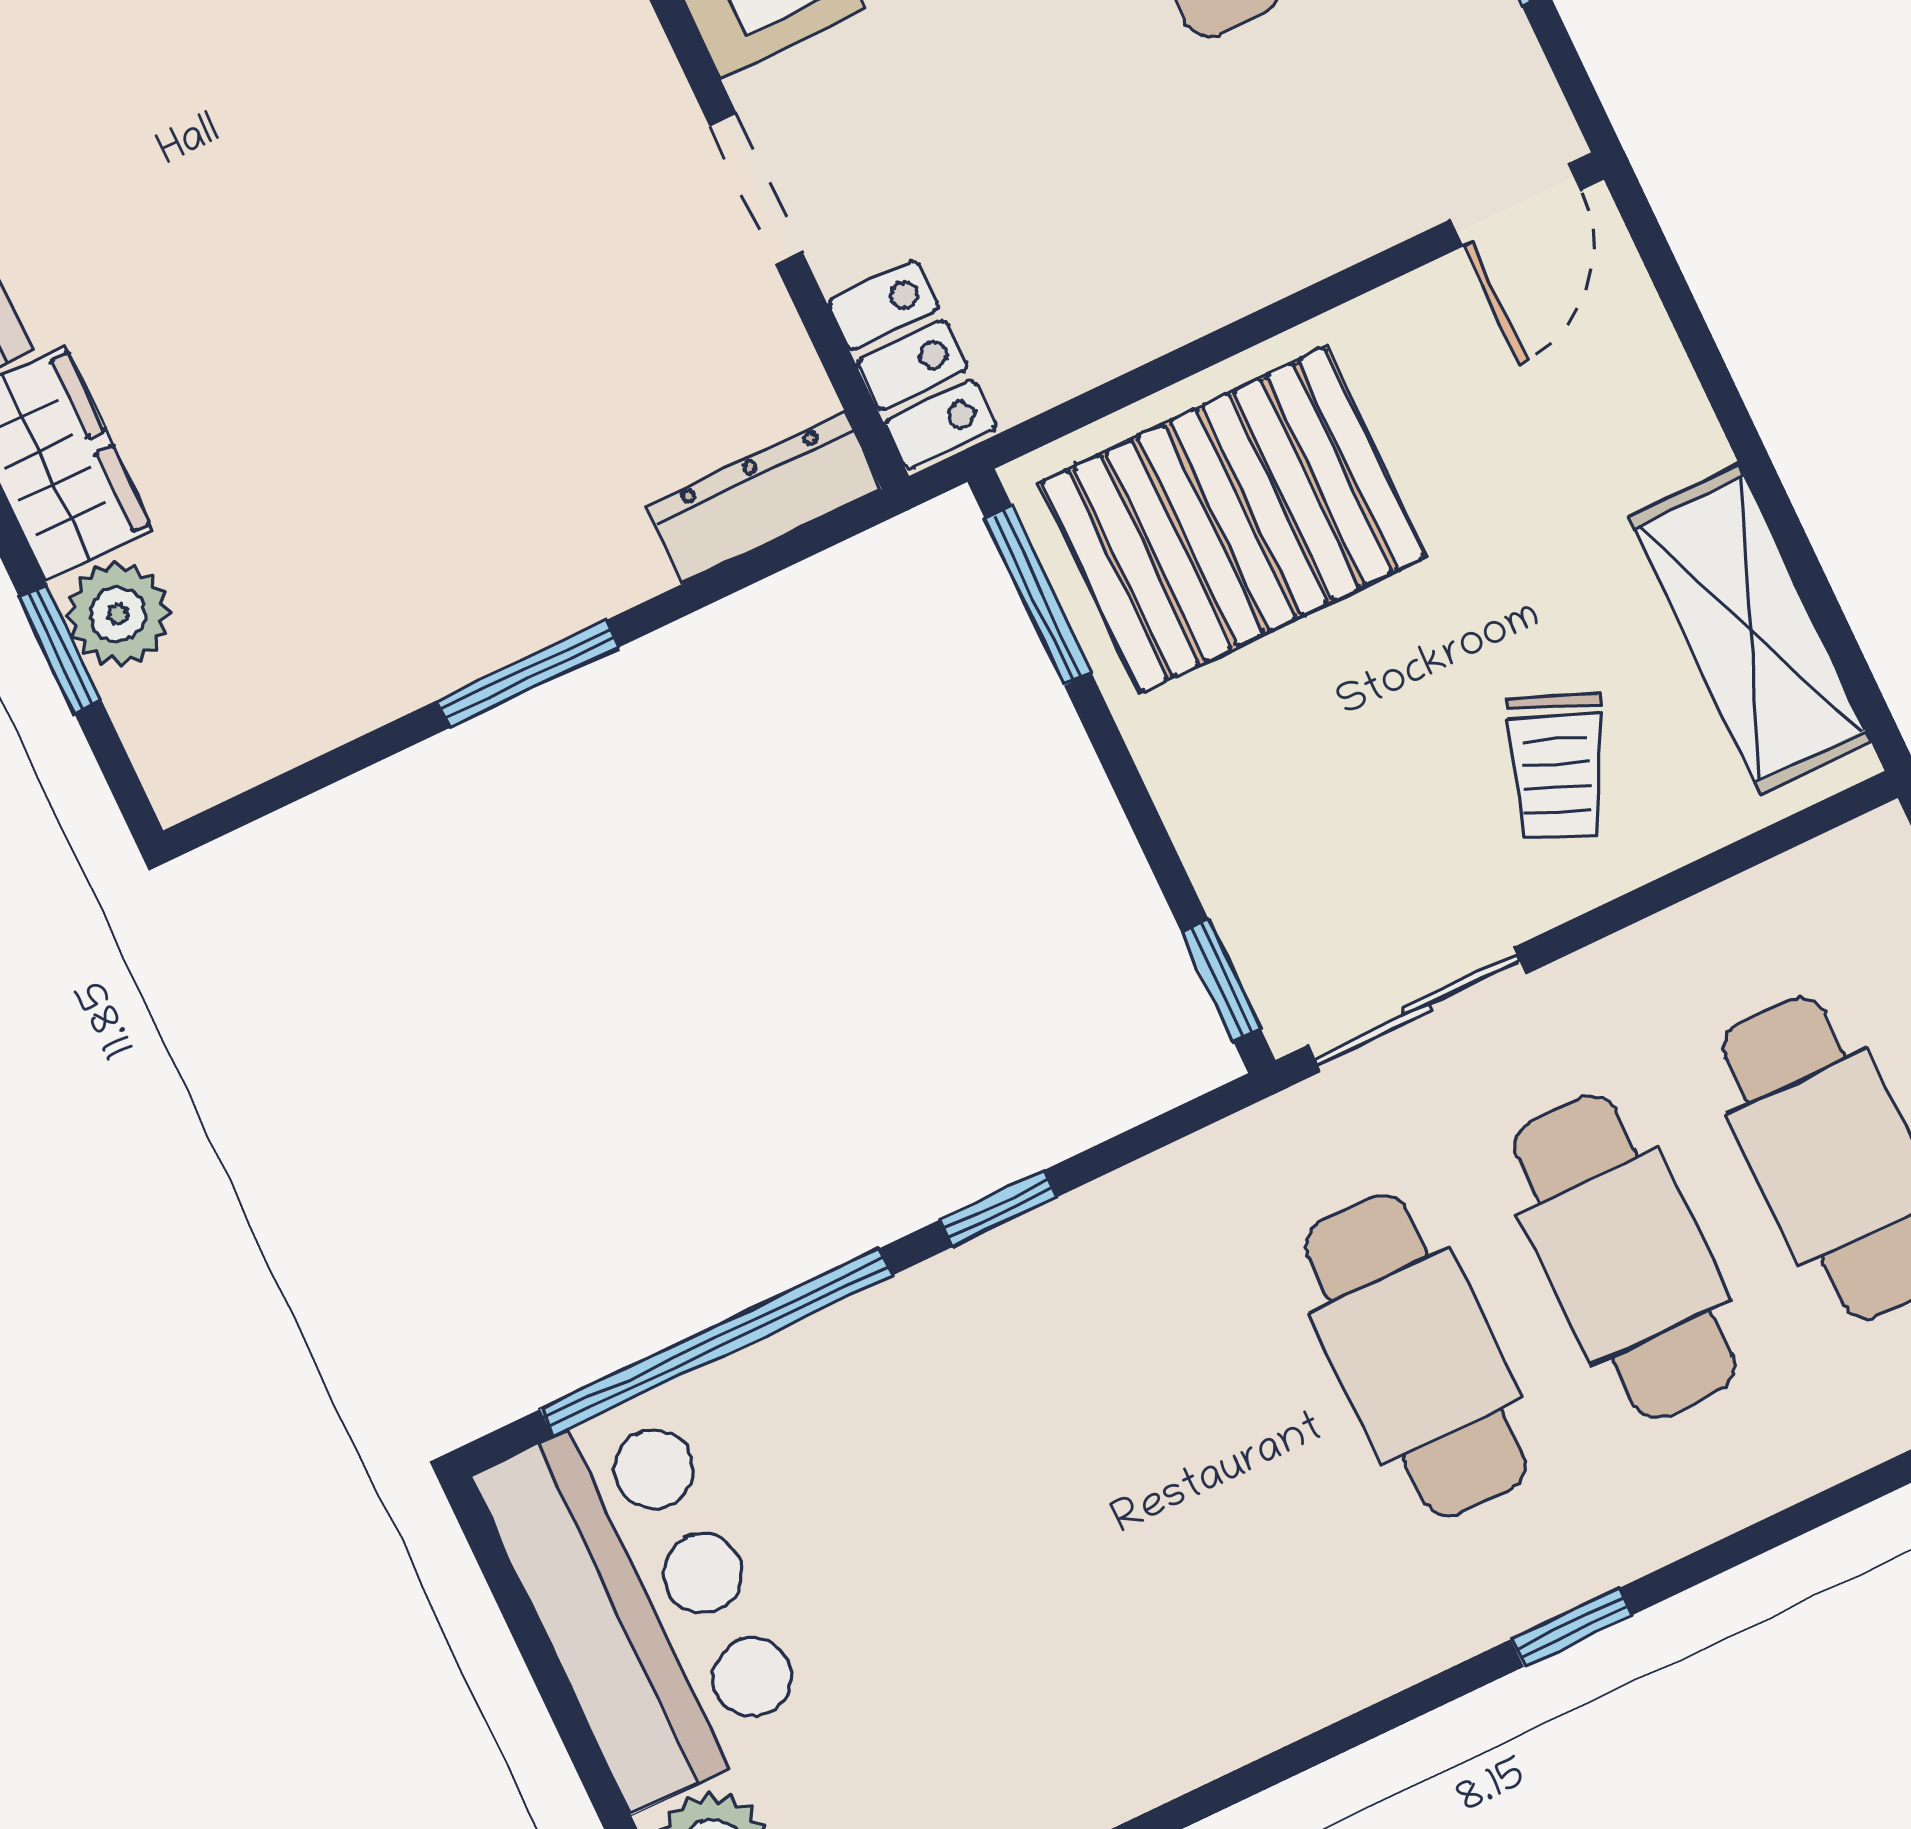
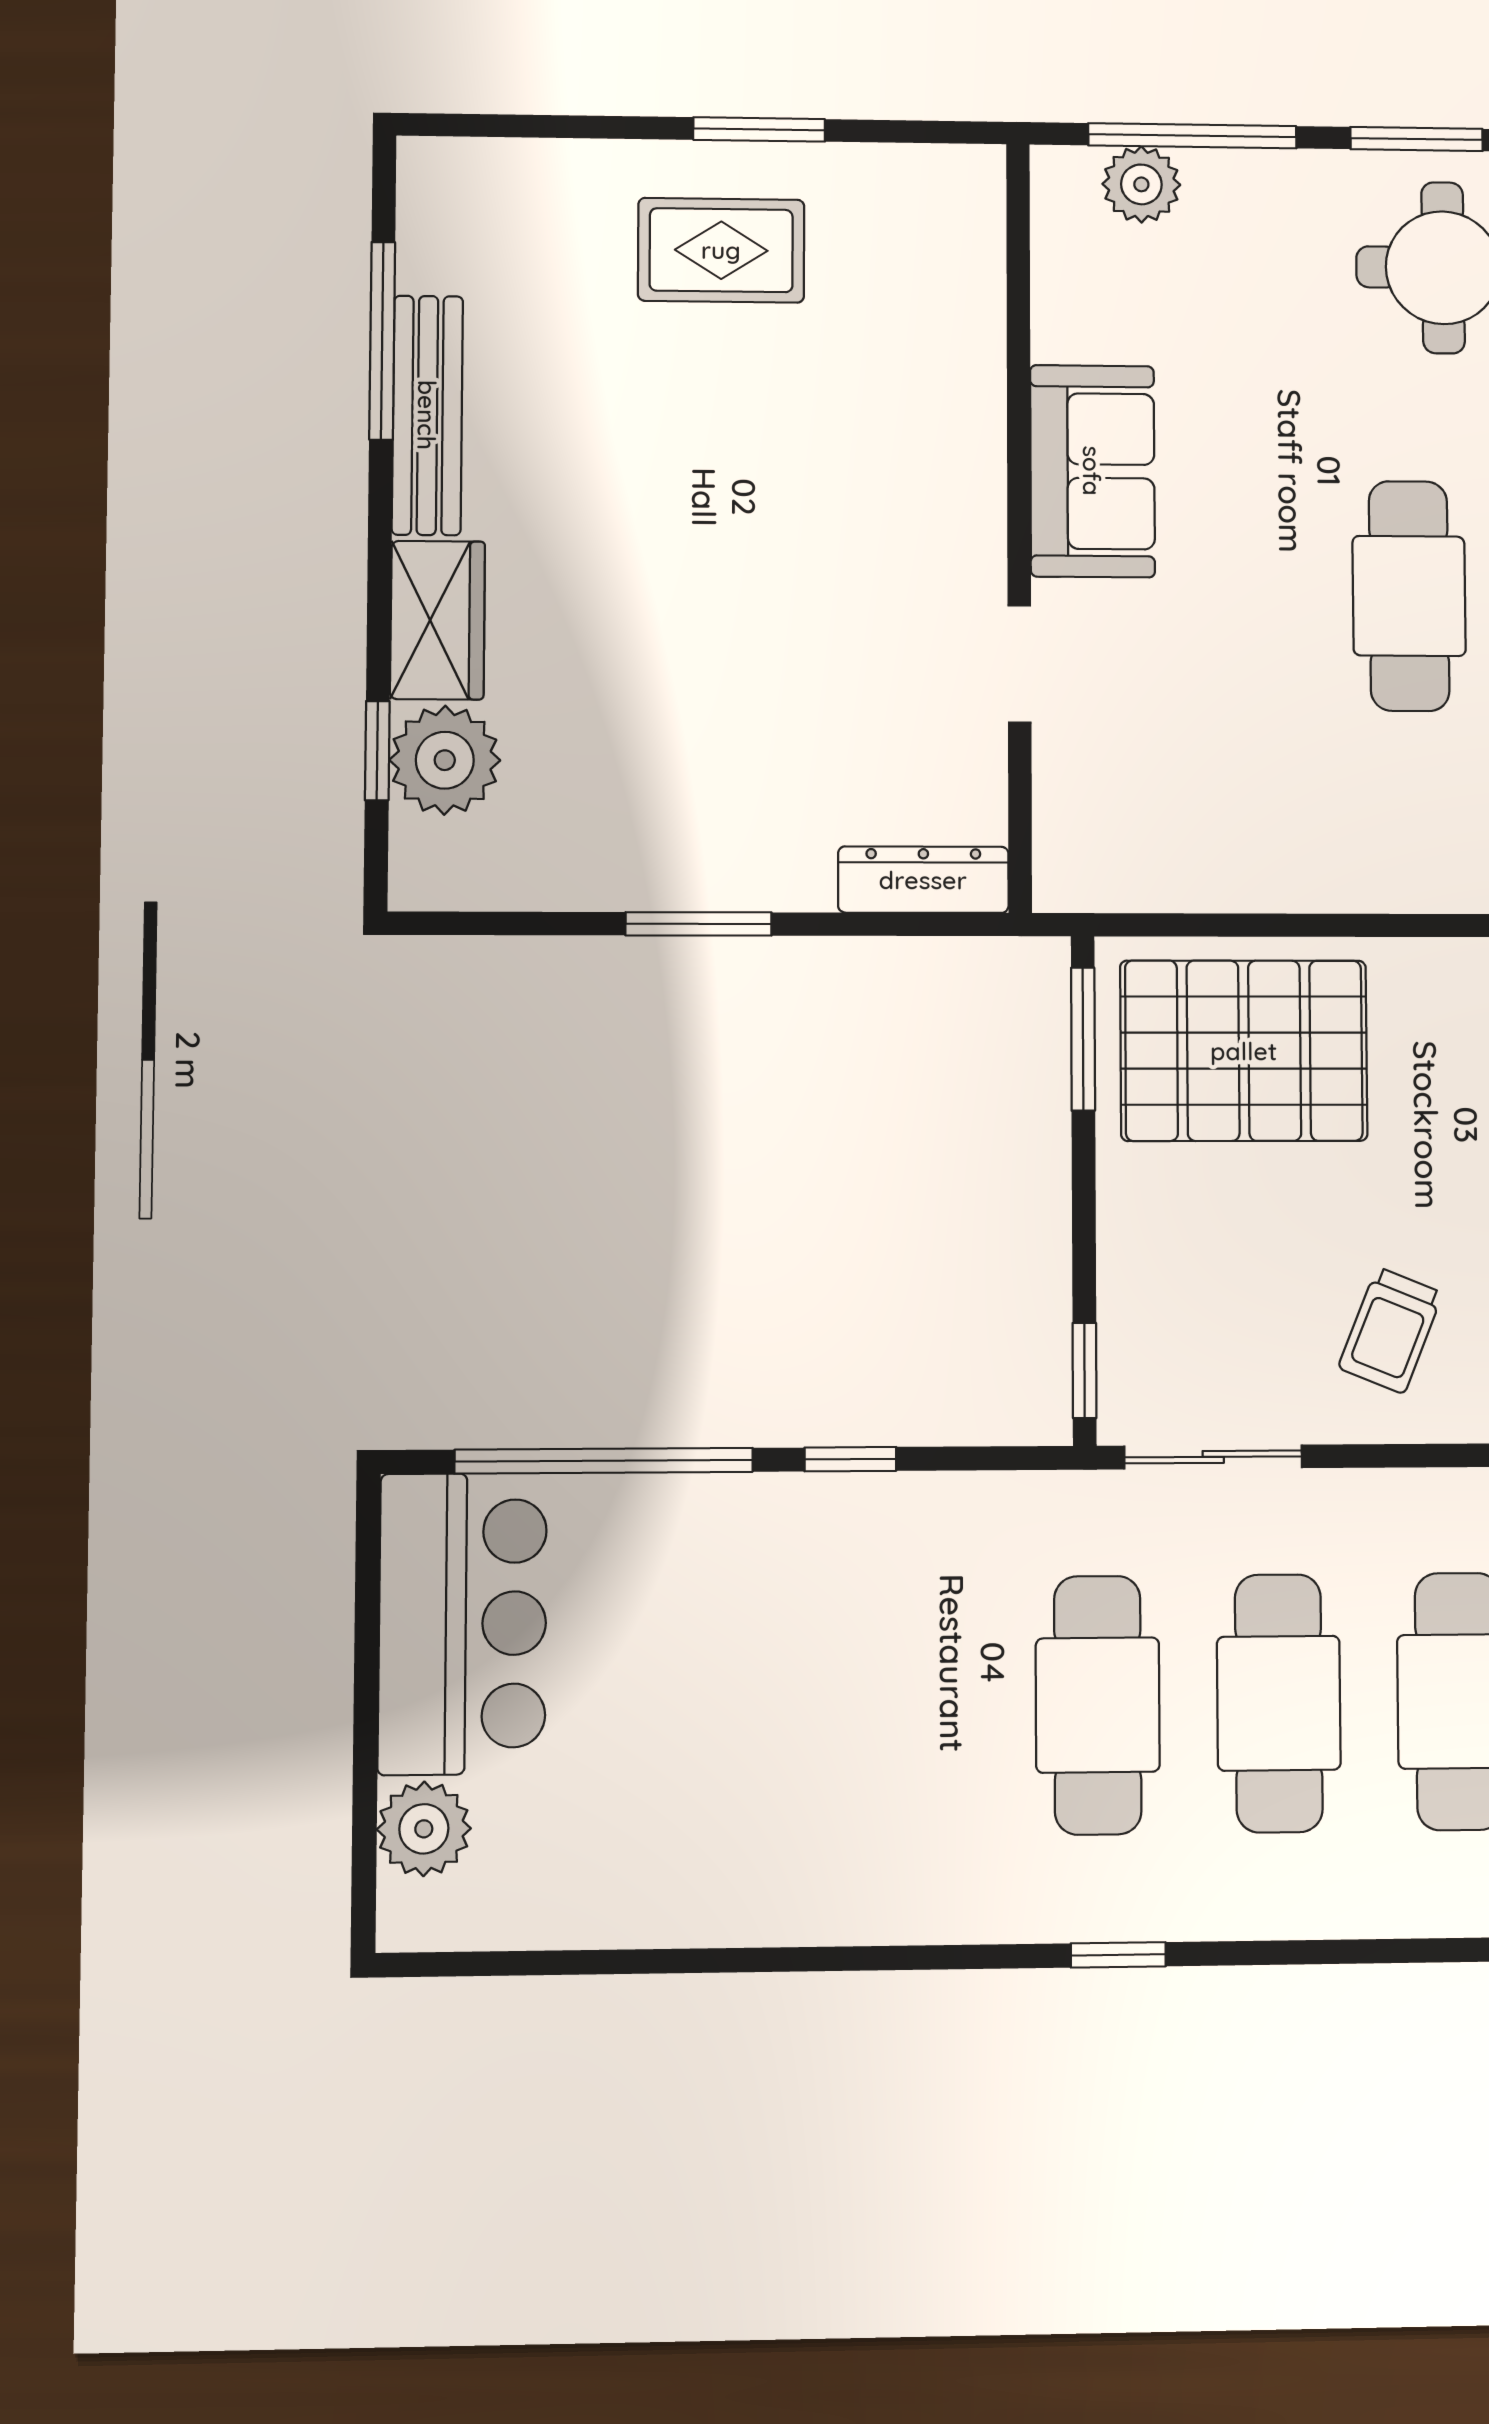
locker: (912, 365) -> (1070, 837), removed
plant: (118, 614) -> (445, 760), width x1.36, depth x1.36

